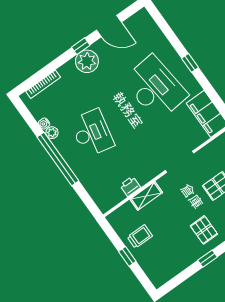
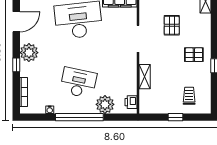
window: (81, 46) -> (16, 65), moved
plant: (52, 133) -> (105, 104), moved, width x1.88, depth x1.88
printer: (130, 186) -> (131, 102), moved
trolley: (140, 237) -> (189, 96), moved

